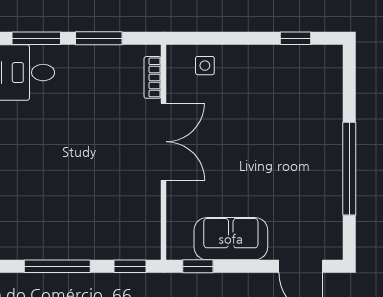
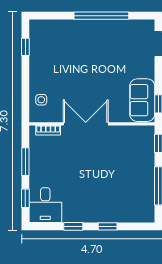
window: (36, 38) -> (25, 198), width x0.67
sofa: (231, 239) -> (142, 100), moved

